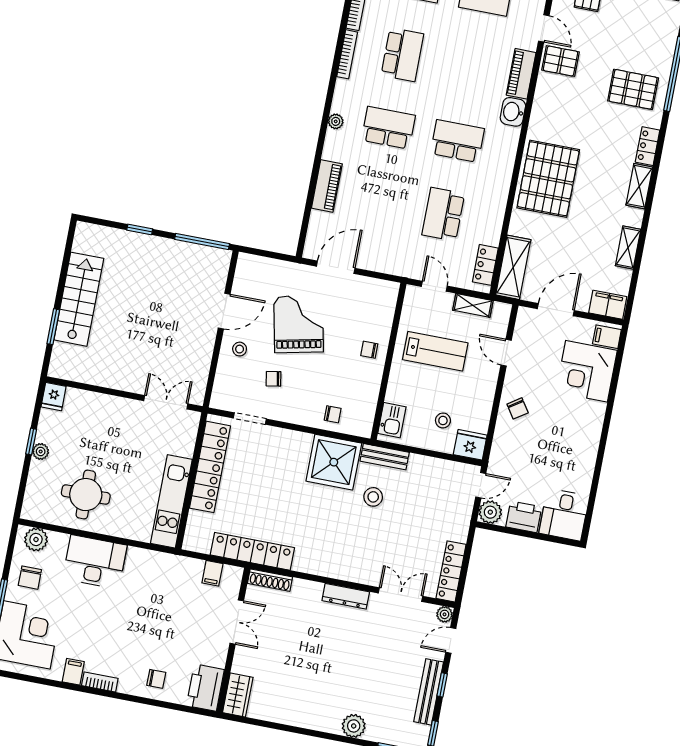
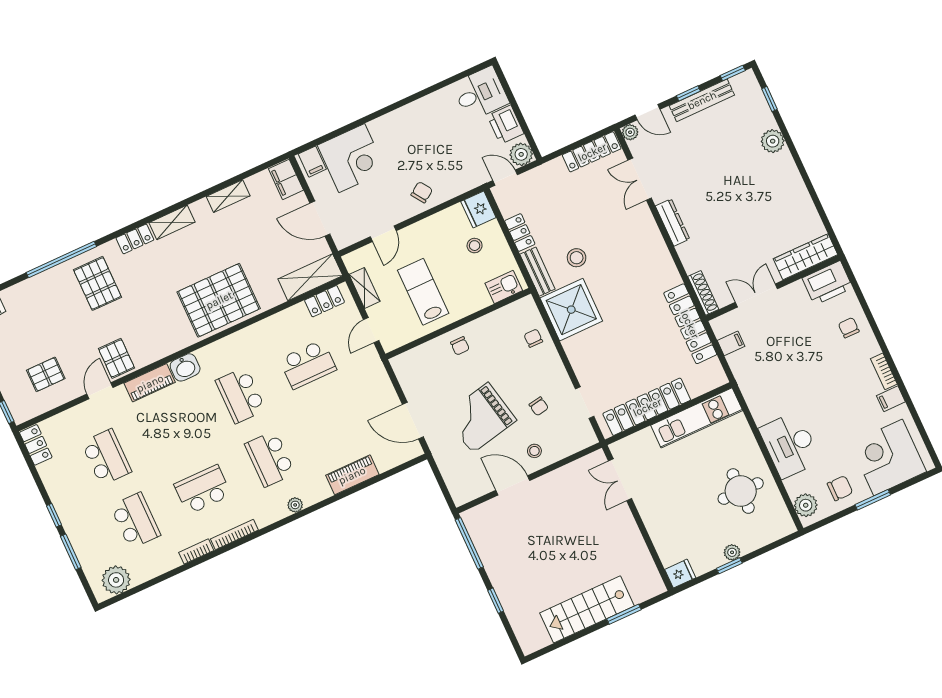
locker: (427, 465) -> (520, 233), added
wardrobe: (238, 695) -> (805, 257), width x1.50

